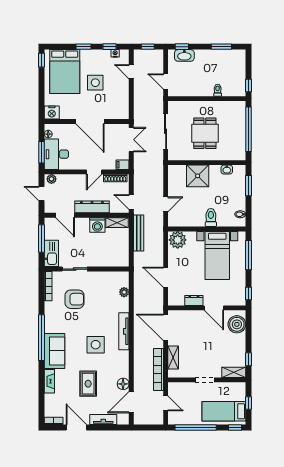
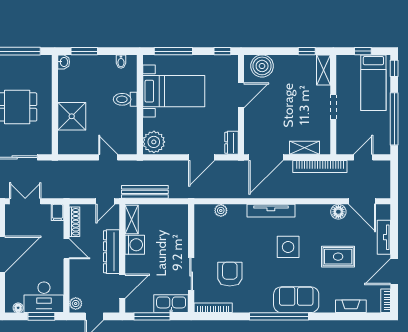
washbasin: (227, 170) -> (64, 62), moved
dresser: (194, 301) -> (232, 143), moved
fireplace: (49, 381) -> (351, 306), moved

